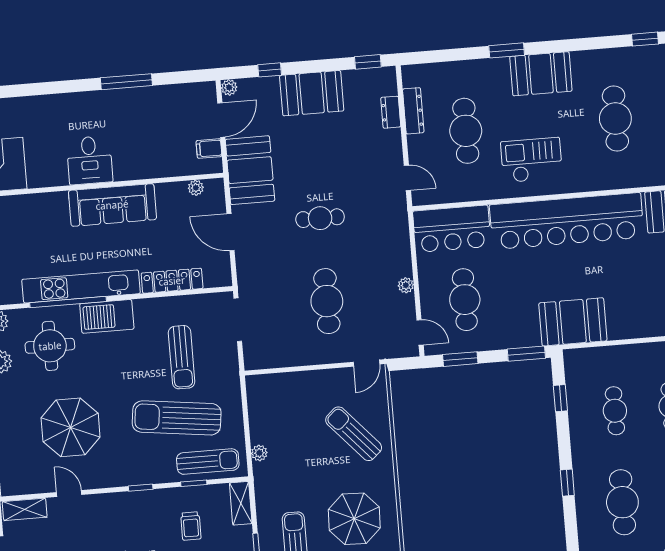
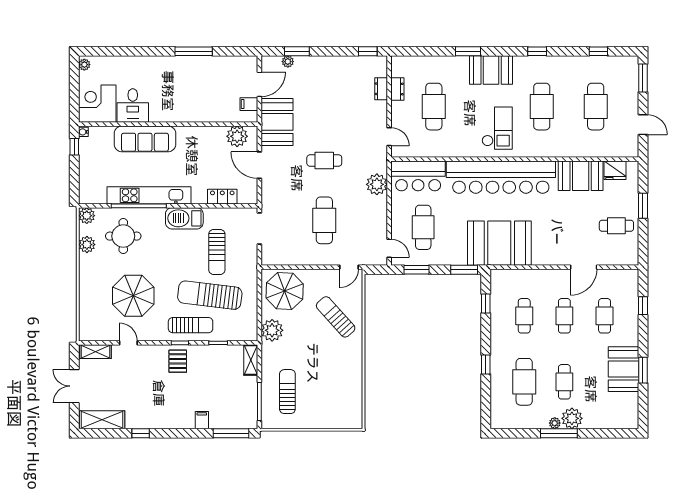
window: (645, 39) -> (537, 51), moved
window: (270, 70) -> (297, 51), width x1.50
plant: (229, 87) -> (288, 62), moved
booth: (312, 93) -> (326, 70), removed
dresser: (413, 111) -> (397, 89), width x0.70
desk: (90, 160) -> (133, 105), moved
checkout: (532, 160) -> (497, 128), moved, turned 90
plant: (196, 188) -> (237, 136), width x1.88, depth x1.88
sofa: (112, 205) -> (145, 139), moved
locker: (172, 281) -> (222, 197), width x0.66
plant: (406, 285) -> (377, 184), moved, width x1.88, depth x1.88
barbecue: (107, 316) -> (184, 218), moved
booth: (573, 322) -> (499, 243), width x1.36, depth x1.42
plant: (259, 453) -> (272, 330), width x1.87, depth x1.87
sun lounger: (208, 462) -> (191, 325), moved
pallet: (140, 513) -> (178, 361), added
parasol: (354, 519) -> (285, 291), moved
trolley: (191, 526) -> (214, 373), removed

